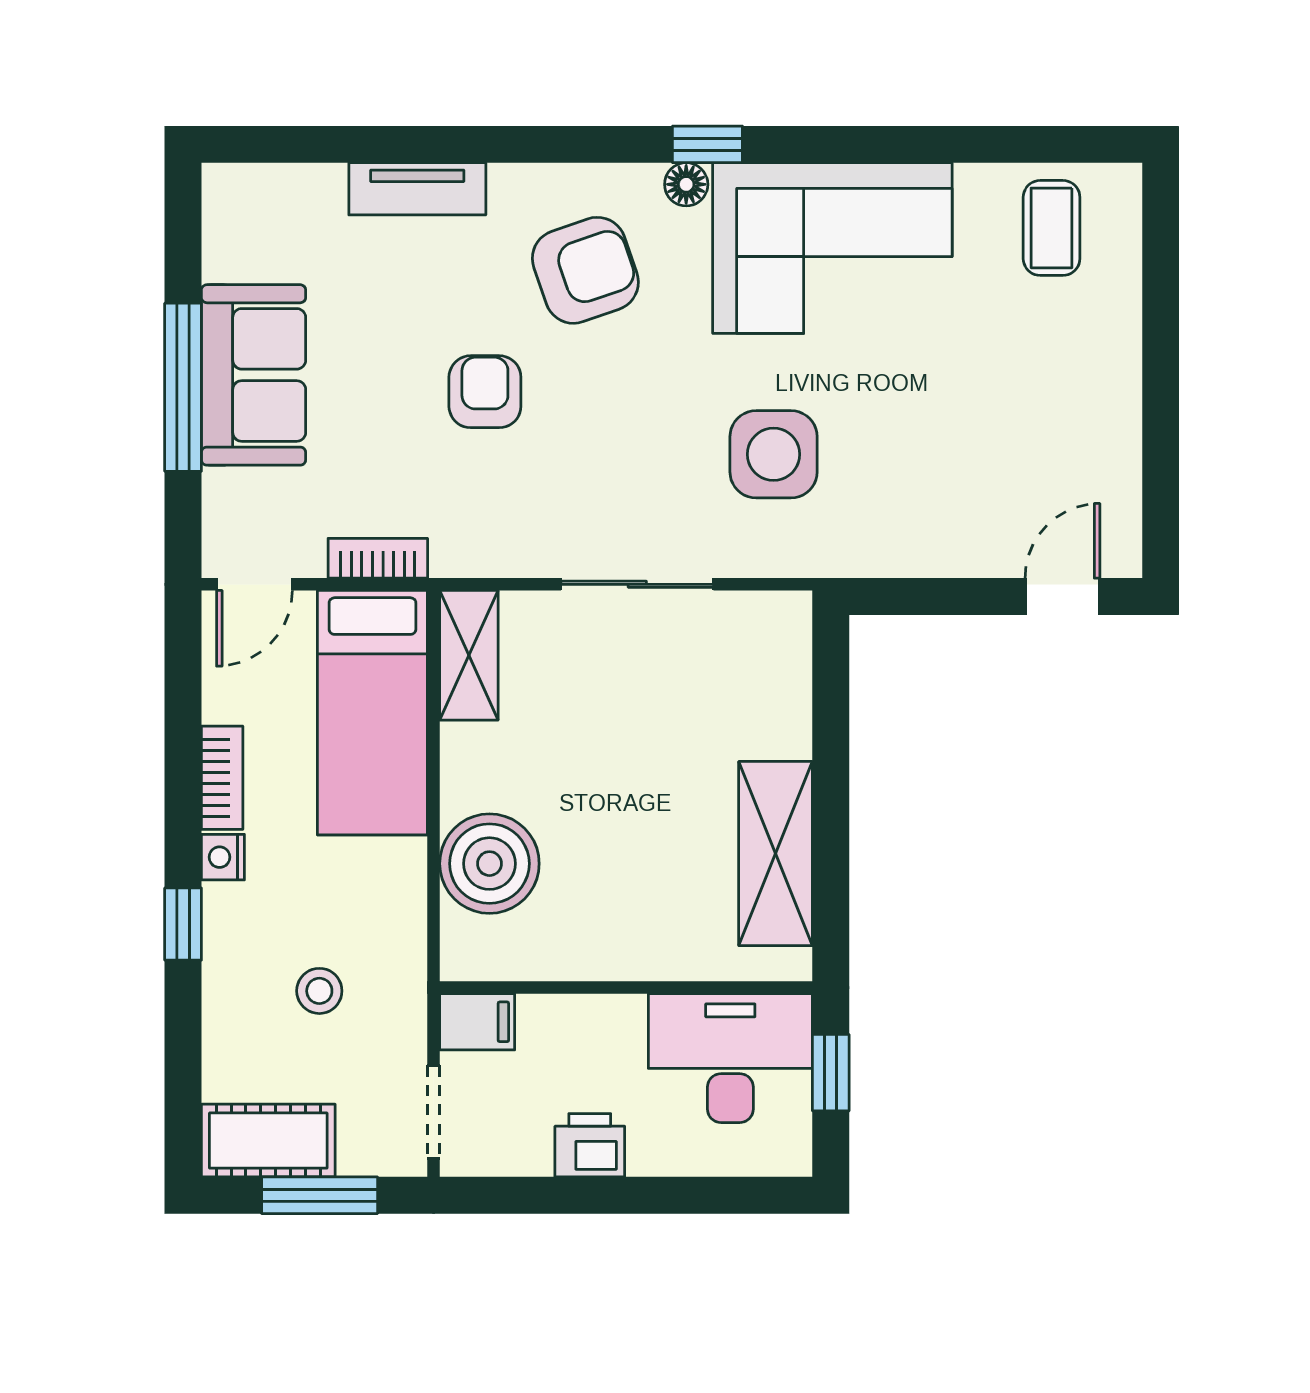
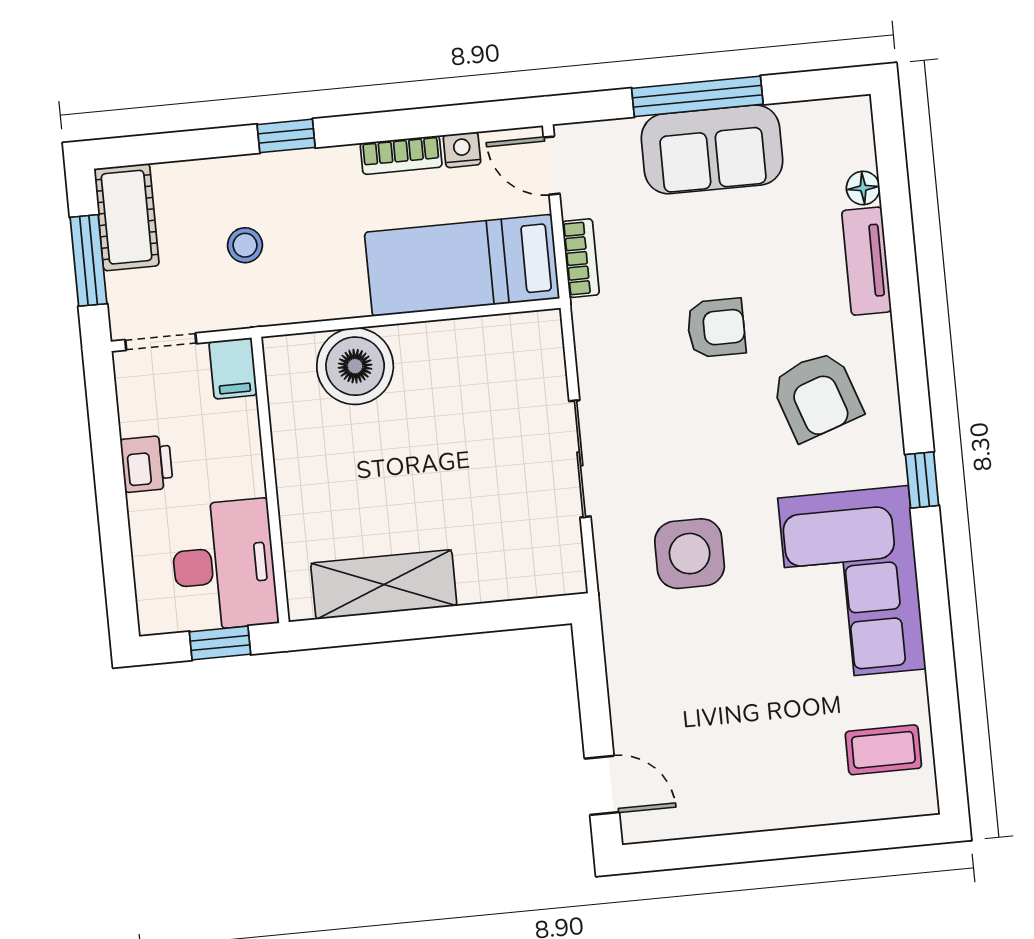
floor lamp: (686, 184) -> (863, 188), moved
shelving: (469, 655) -> (513, 335), removed
nightstand: (223, 857) -> (462, 150), moved

